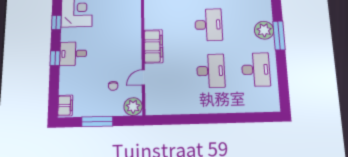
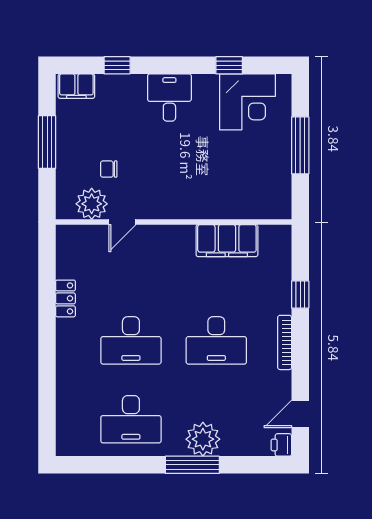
filing cabinet: (153, 46) -> (227, 241), moved
window: (55, 58) -> (117, 65), moved
door: (143, 77) -> (122, 222), swing flipped
plant: (133, 107) -> (92, 204), moved
locker: (188, 108) -> (65, 298), added

